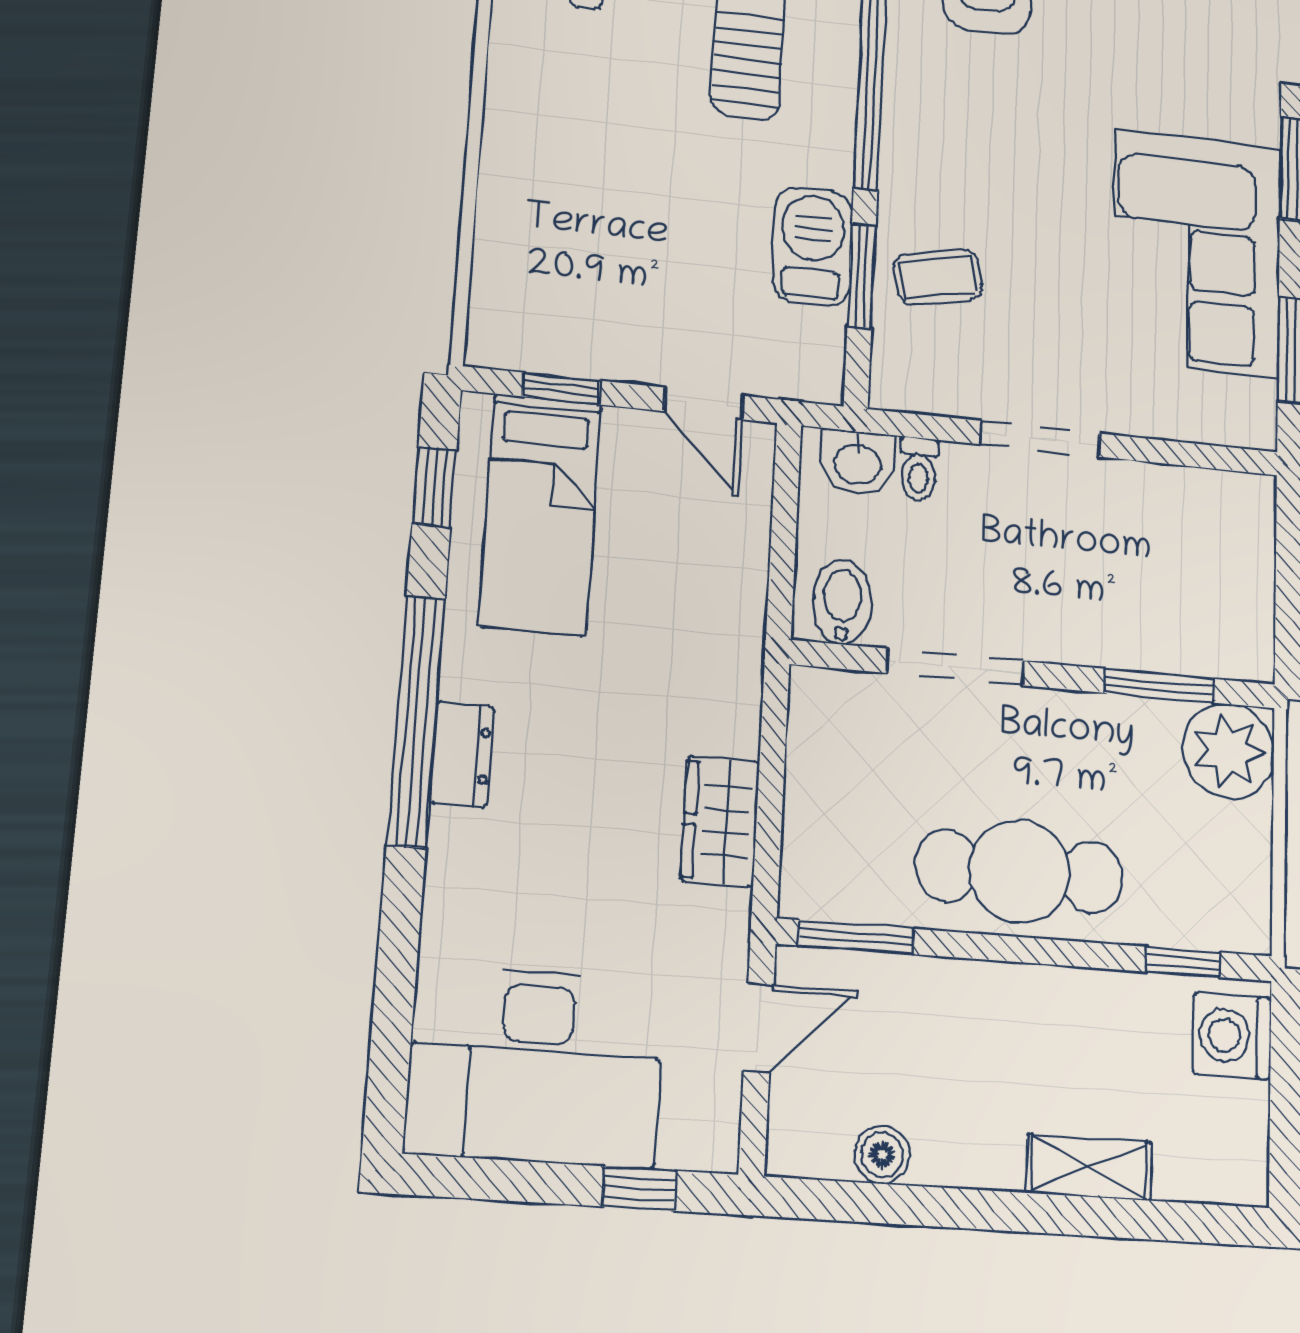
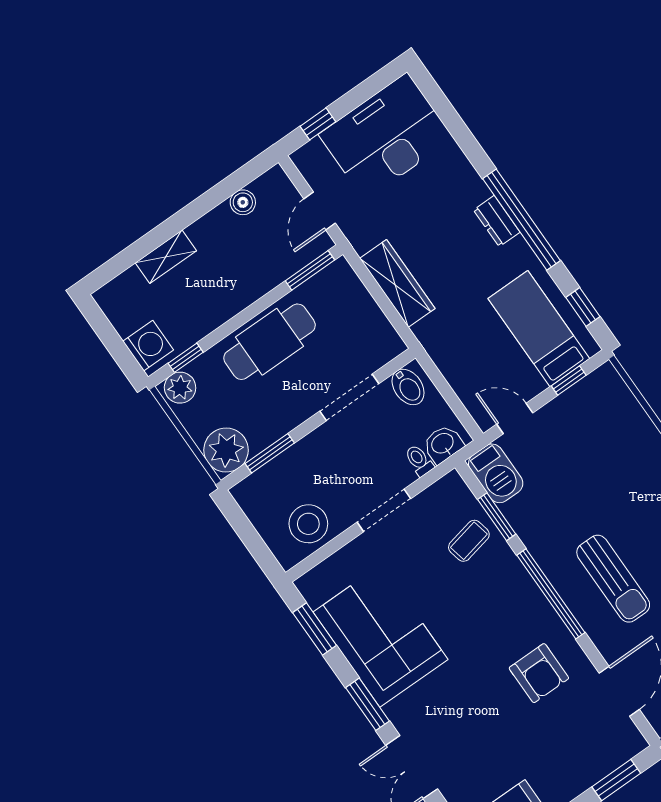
barbecue: (812, 246) -> (496, 473), moved
stool: (1181, 520) -> (308, 524), added
wardrobe: (720, 821) -> (397, 283), width x1.50
plant: (1230, 919) -> (180, 388), added

